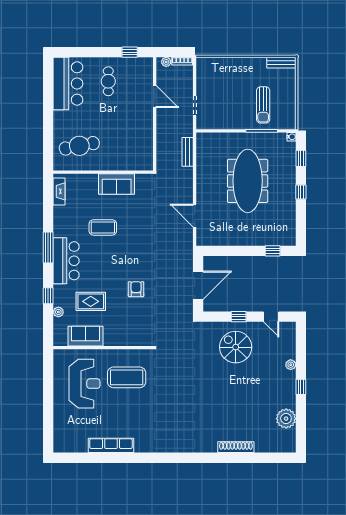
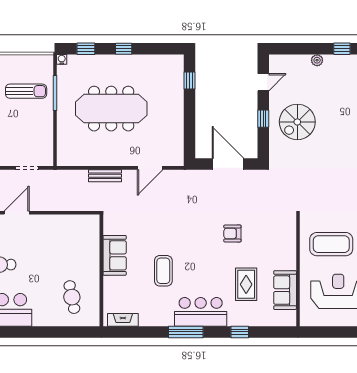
cafe table: (79, 146) -> (72, 297), width x0.73, depth x0.74
bench: (188, 152) -> (105, 176), moved
plant: (58, 312) -> (258, 321), removed
coffee table: (127, 377) -> (331, 244), turned 90

